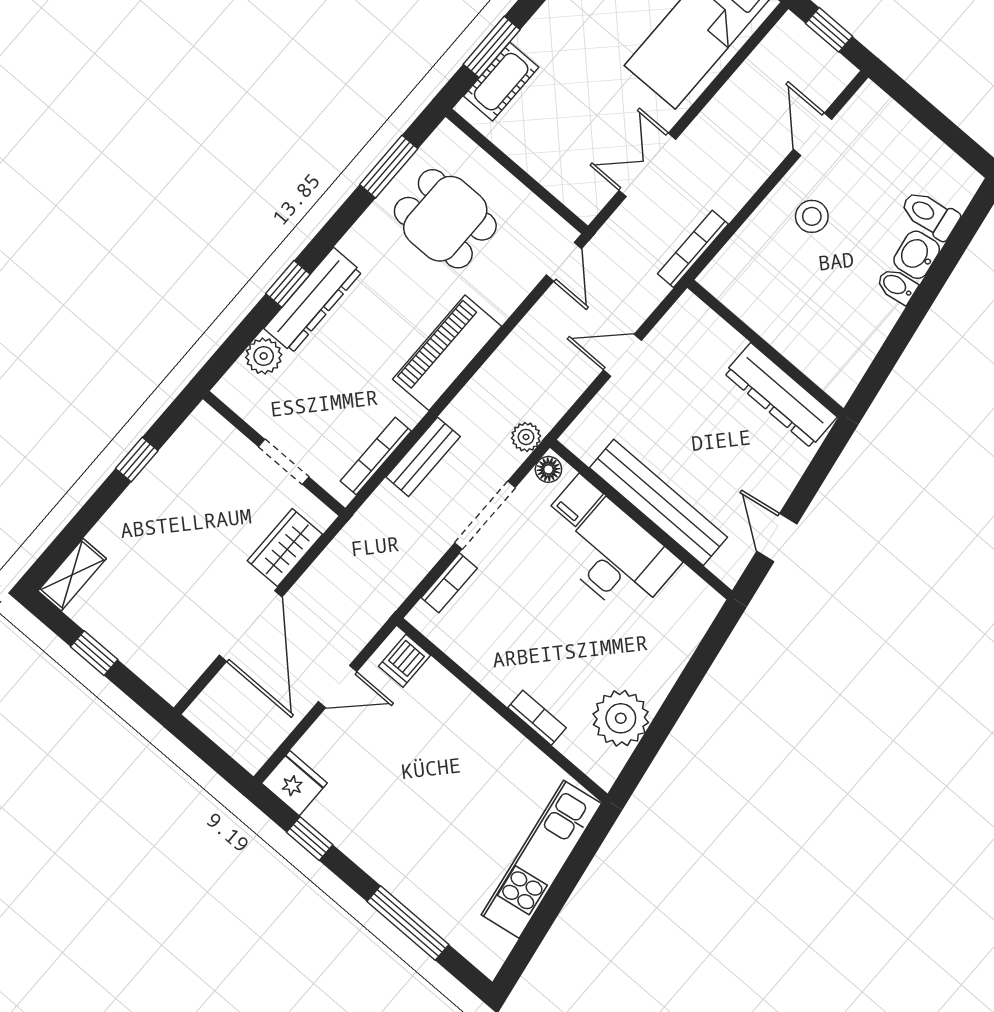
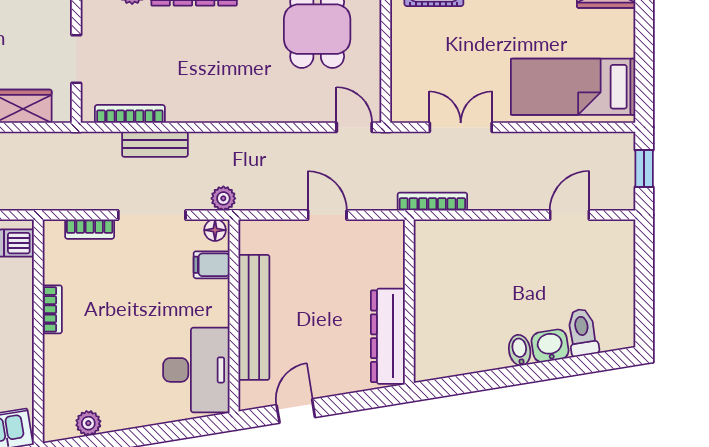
stool: (812, 216) -> (517, 259), removed
door: (564, 262) -> (354, 127), swing flipped
piano: (447, 353) -> (234, 103), removed
desk: (618, 559) -> (196, 370), moved
bookcase: (537, 718) -> (52, 309), moved
plant: (621, 718) -> (88, 423), width x0.53, depth x0.53

